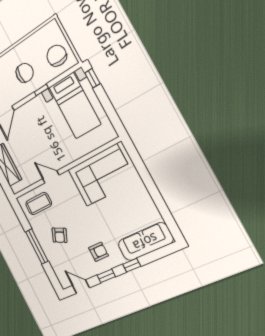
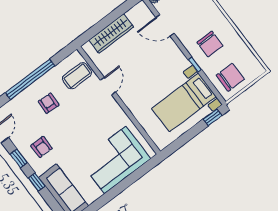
corner sofa: (102, 175) -> (115, 160), moved, turned 90
coffee table: (39, 204) -> (77, 76), turned 90
armchair: (60, 235) -> (49, 103), turned 68
window: (37, 246) -> (30, 79), width x1.46

